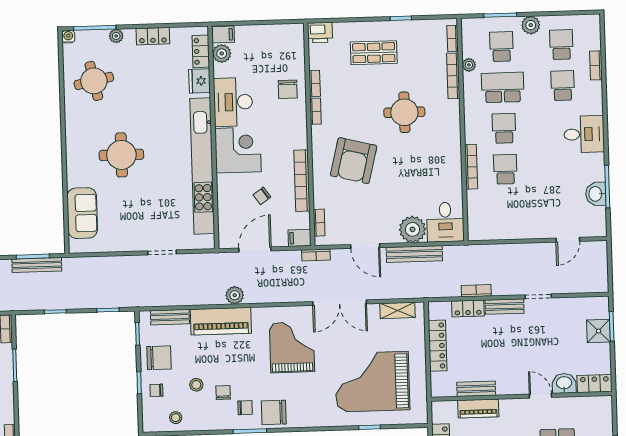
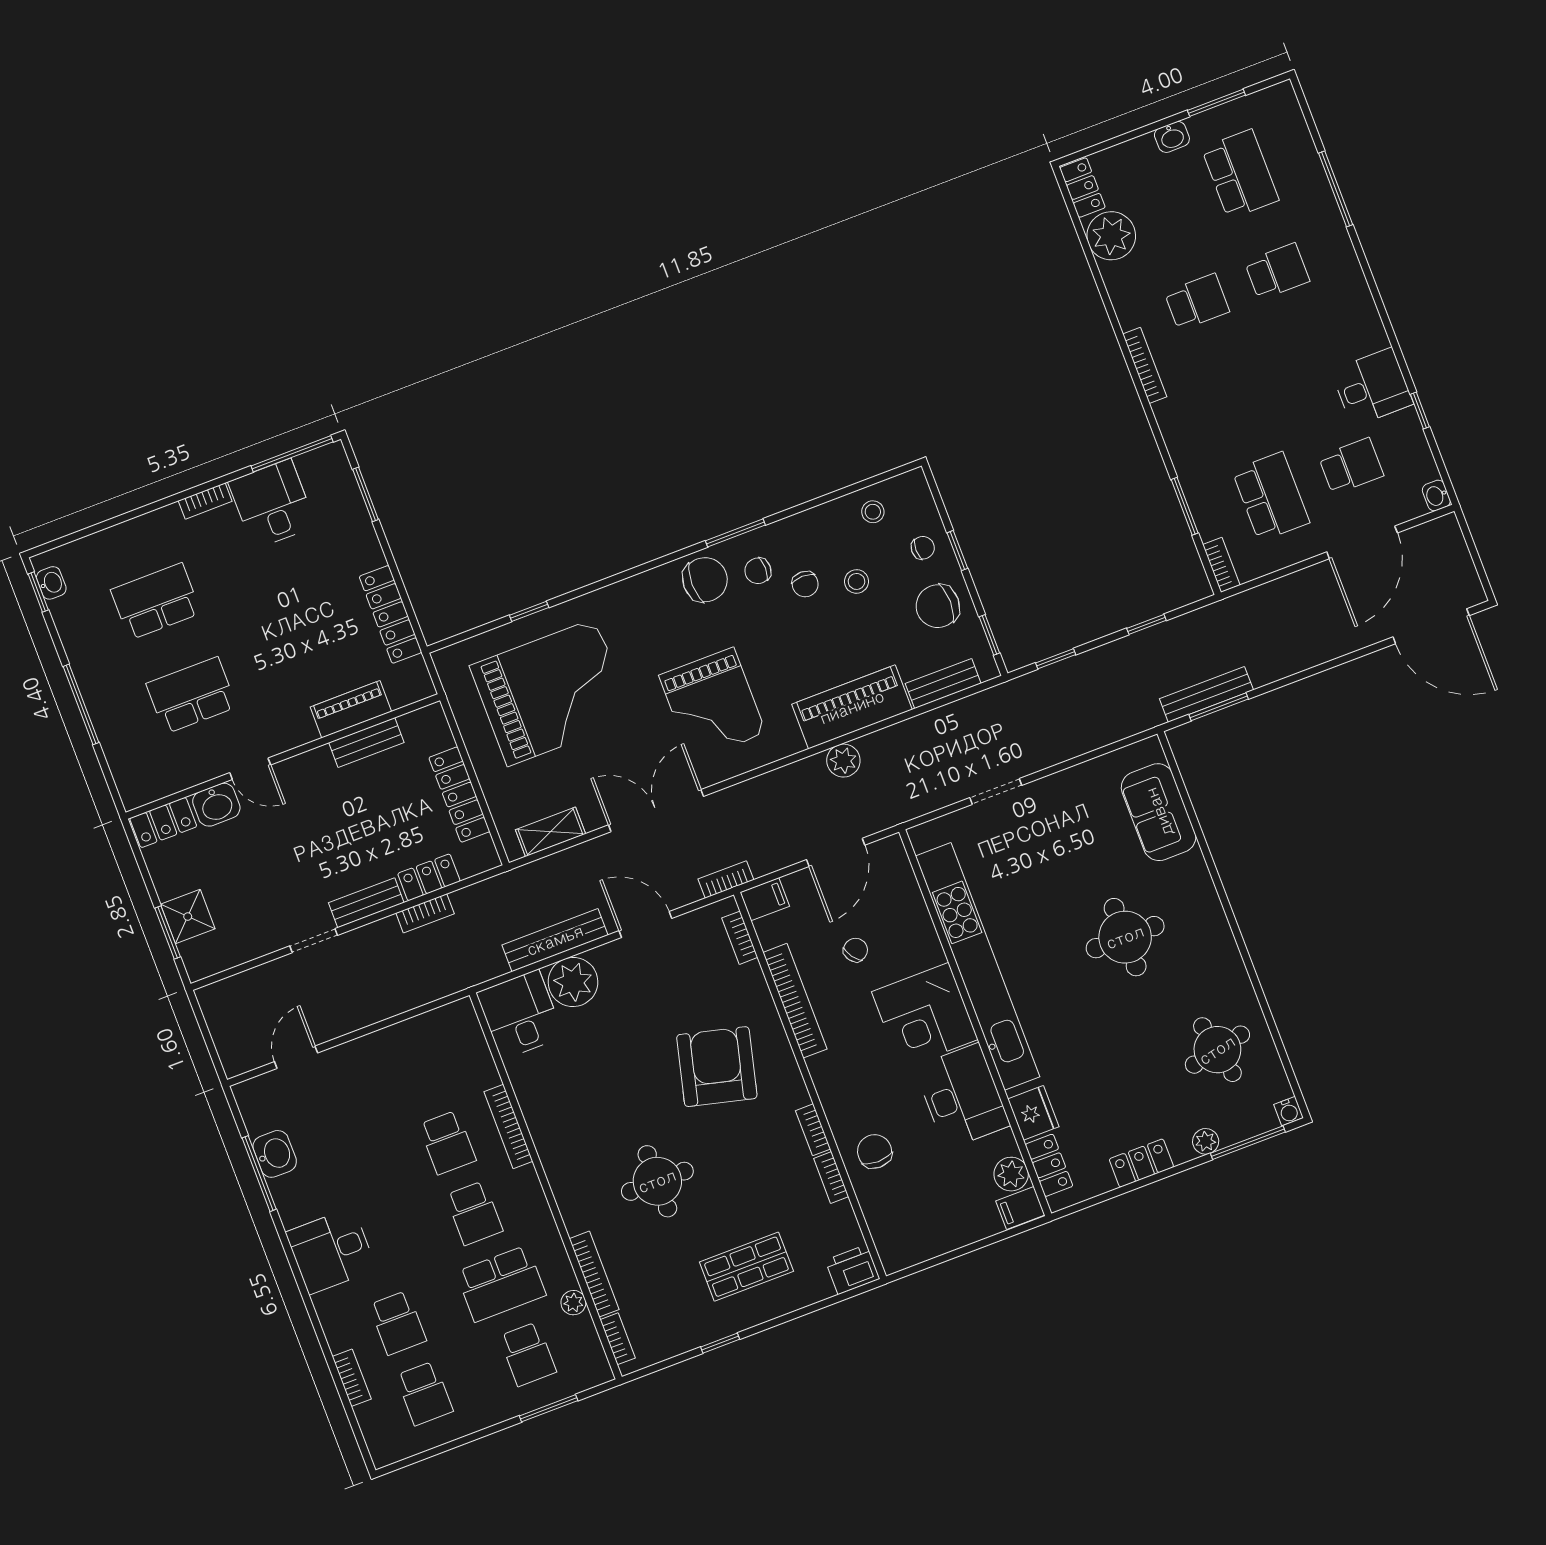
plant: (531, 25) -> (490, 1409), removed

